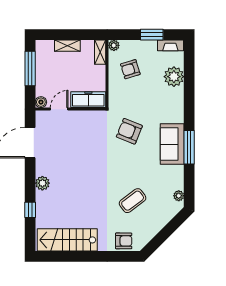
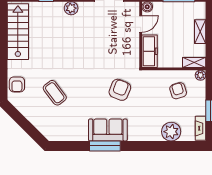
door: (59, 109) -> (141, 24), hinge flipped
plant: (179, 196) -> (59, 136), removed

